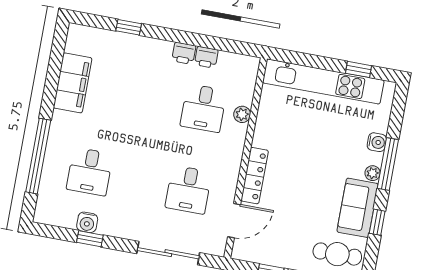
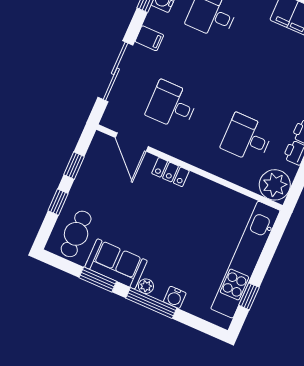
plant: (242, 114) -> (275, 185), moved, width x1.88, depth x1.88
locker: (255, 176) -> (170, 172), width x0.66
window: (377, 222) -> (98, 280), width x1.50
filing cabinet: (128, 227) -> (149, 38), added

